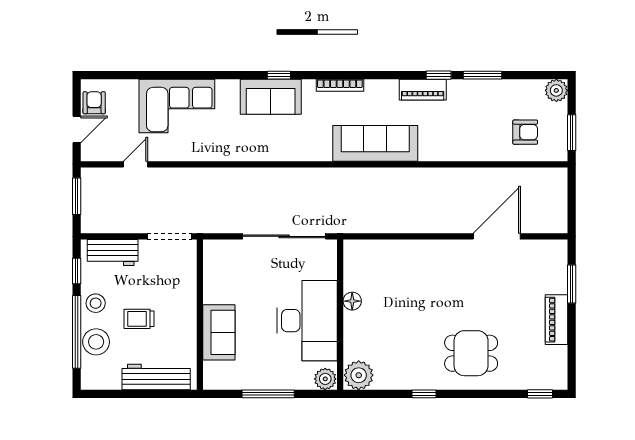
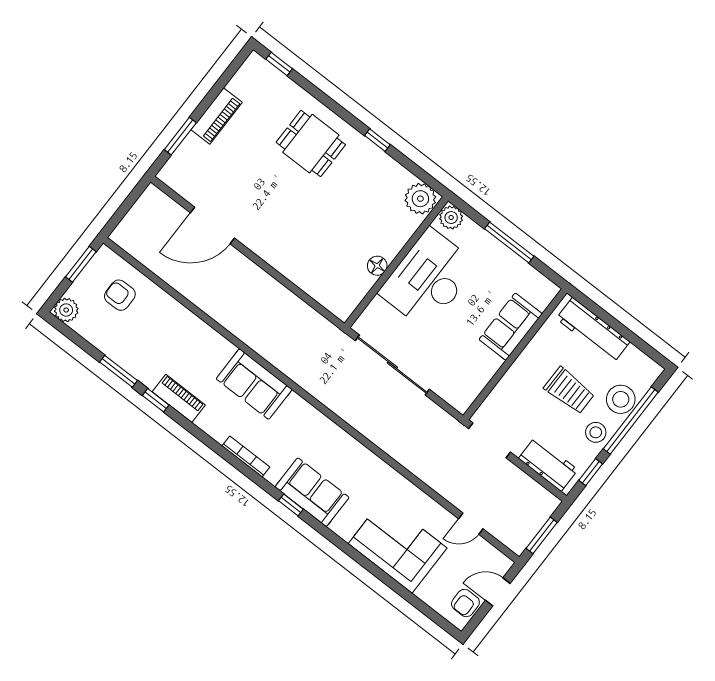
sofa: (375, 143) -> (254, 384), width x0.73
trolley: (139, 319) -> (569, 391), width x1.36, depth x1.39

